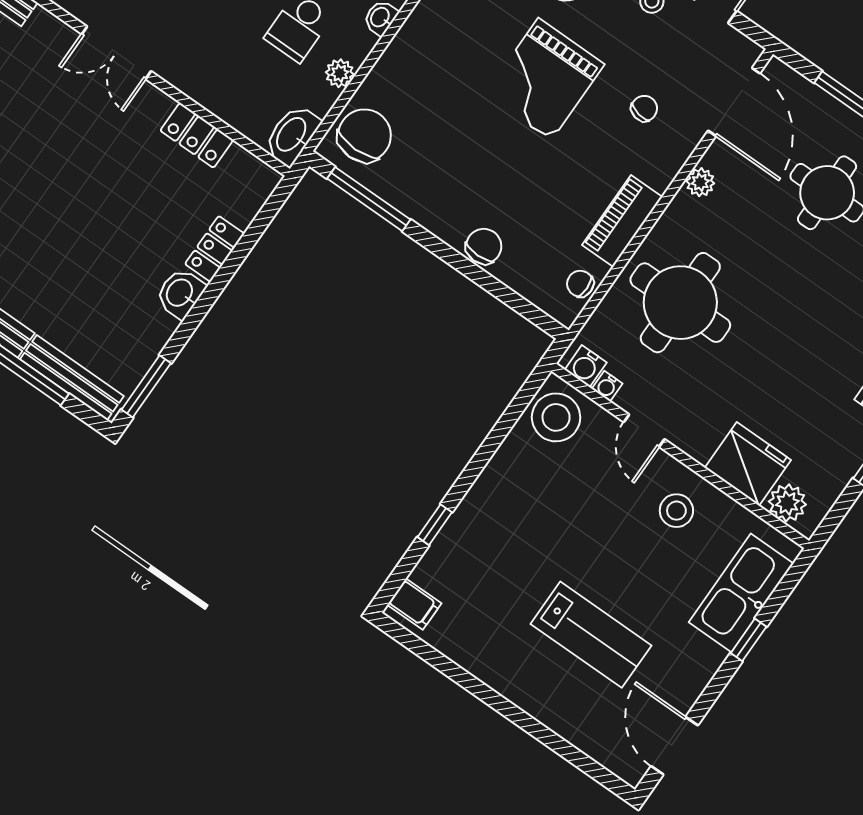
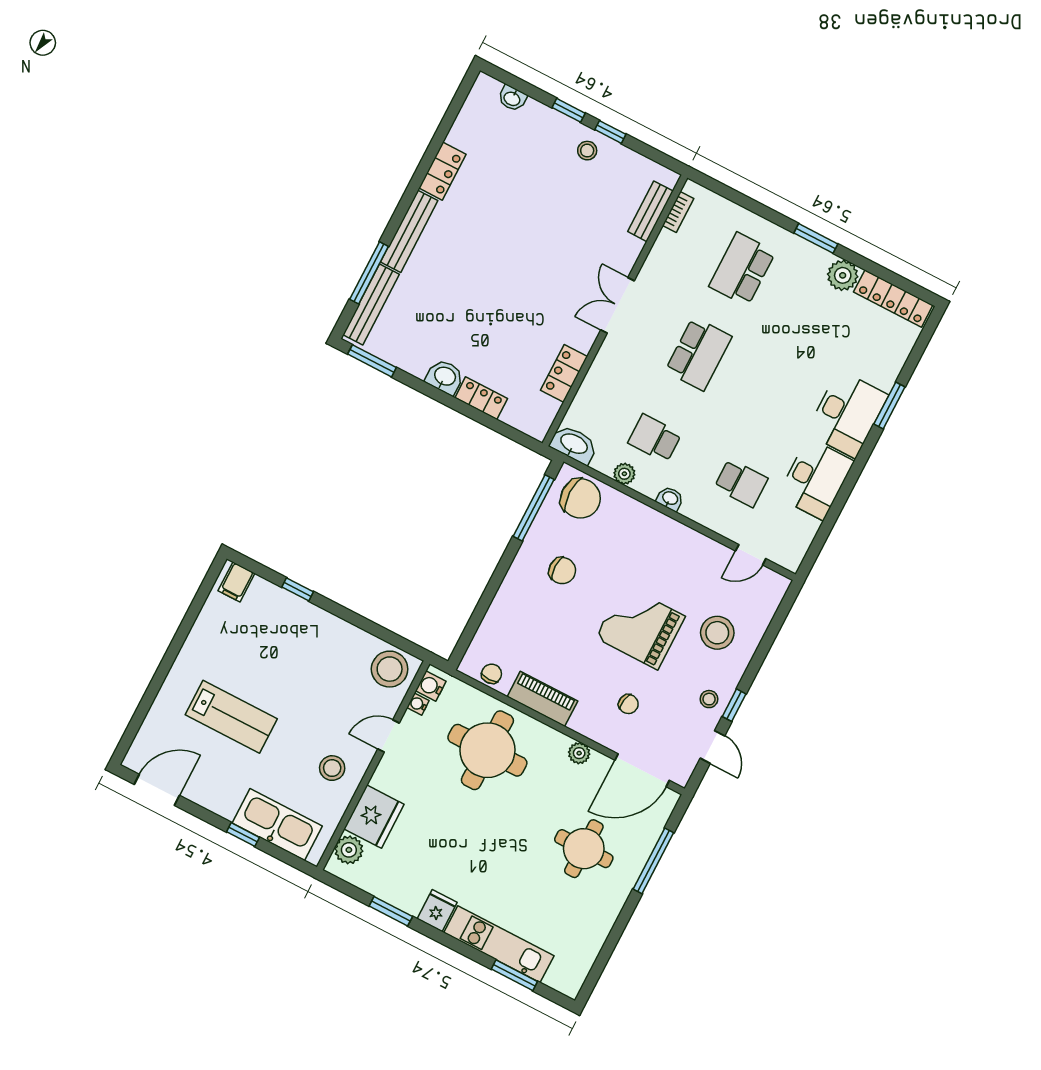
chair: (484, 246) -> (562, 571), moved
lab bench: (591, 635) -> (231, 717), turned -90

